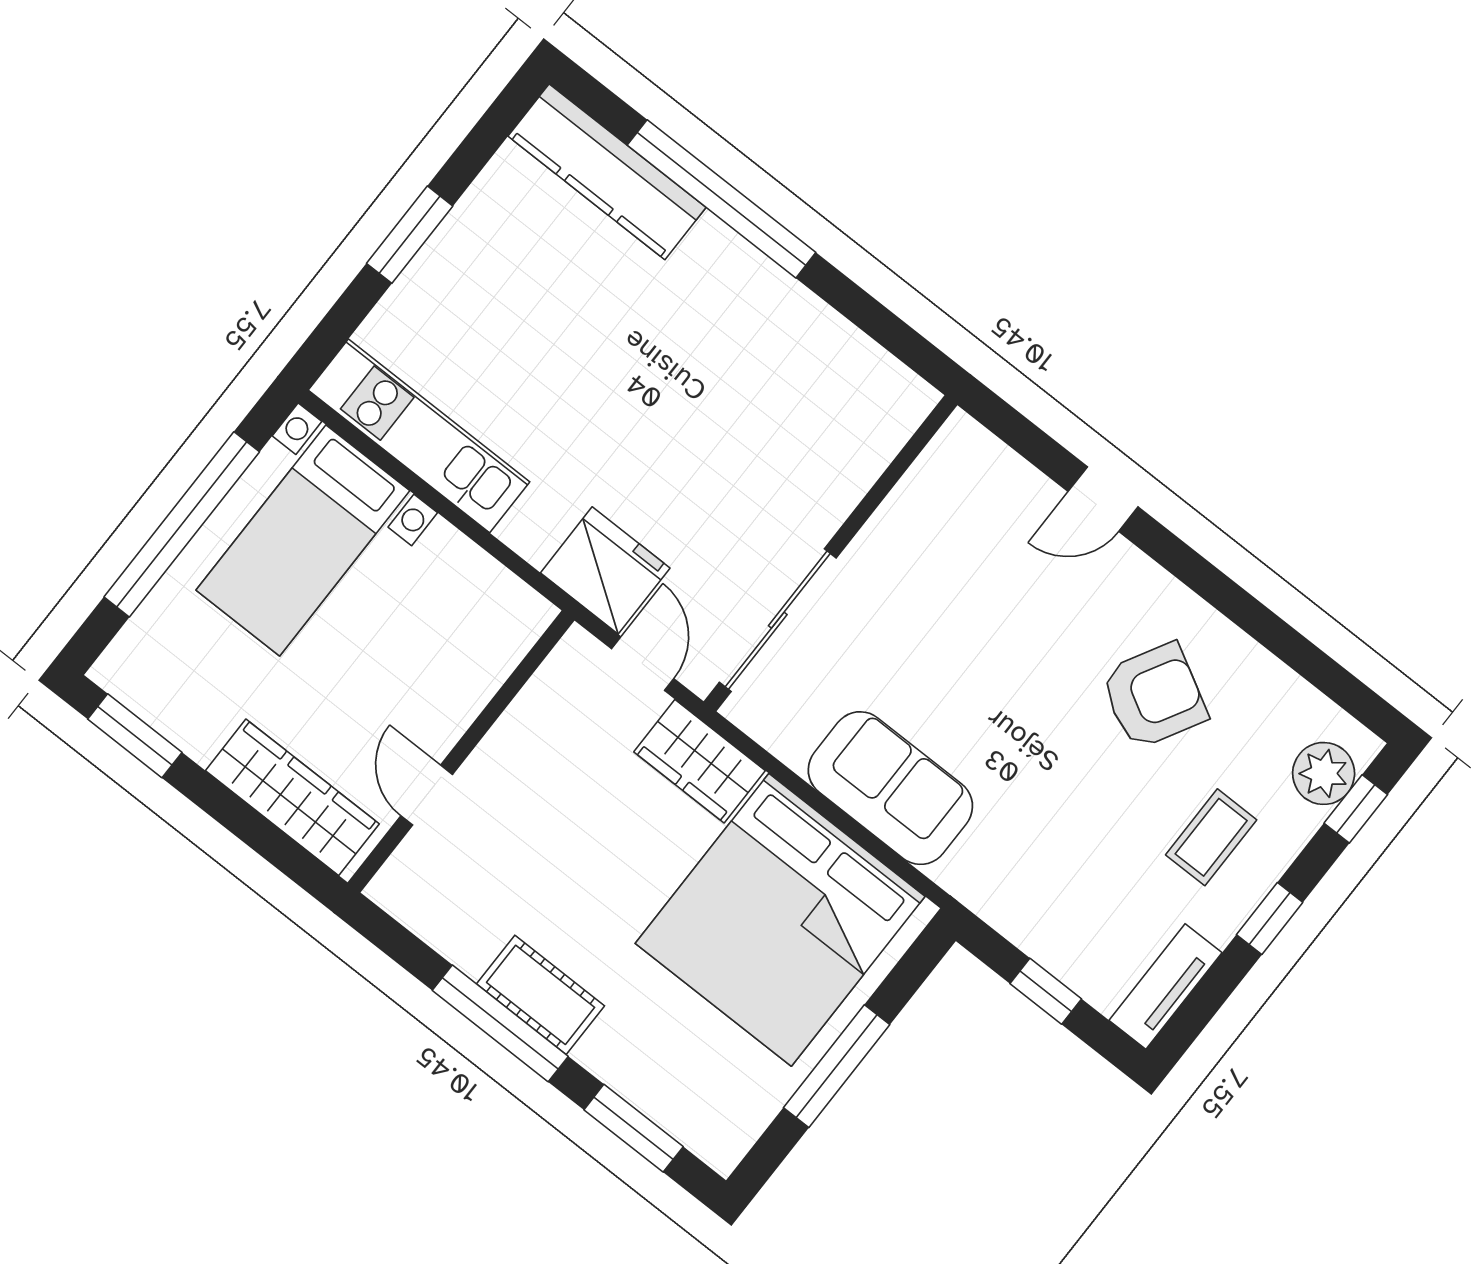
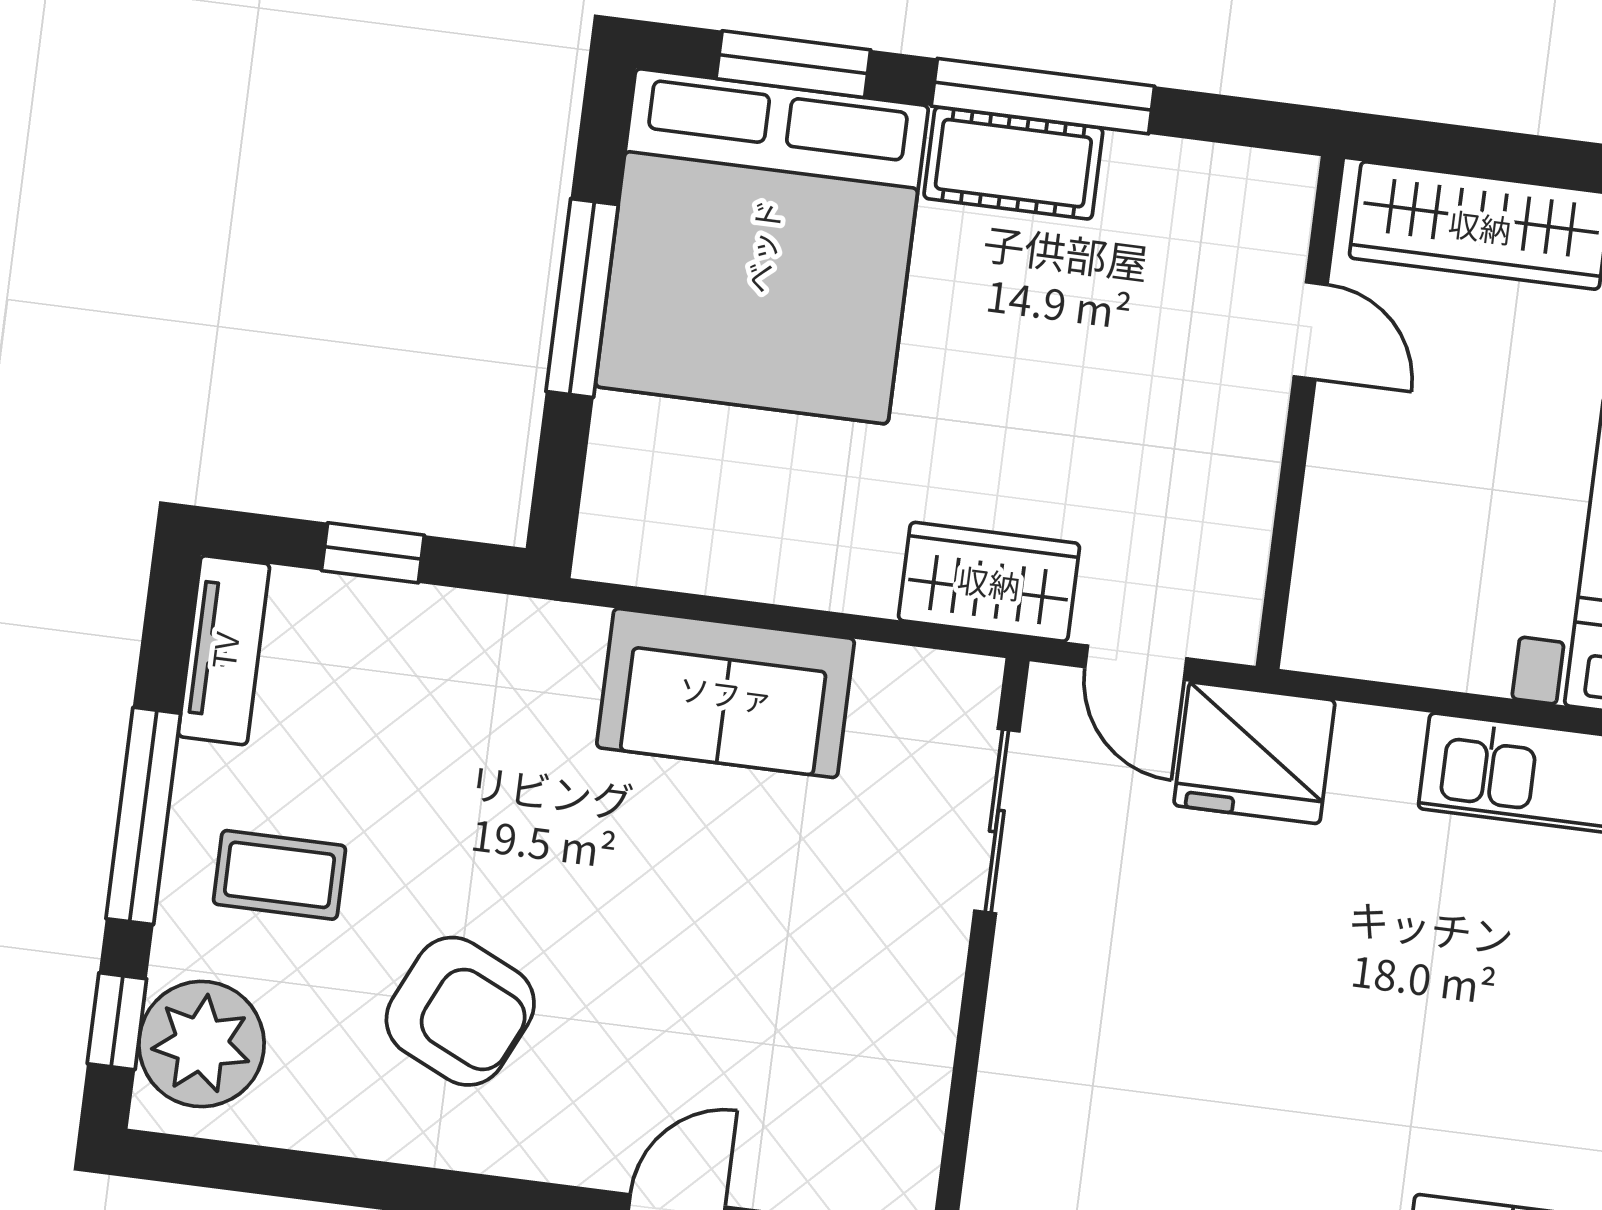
sliding door: (778, 620) -> (997, 821), width x0.73
armchair: (1154, 696) -> (460, 1011), turned -94
plant: (1324, 773) -> (201, 1044), width x1.36, depth x1.36
coffee table: (1211, 837) -> (280, 875), turned 90
window: (1270, 918) -> (143, 816), width x2.17
bed: (780, 920) -> (762, 246), moved, turned 180

